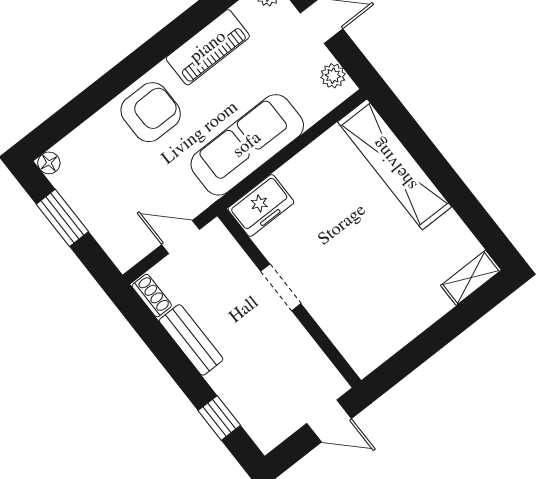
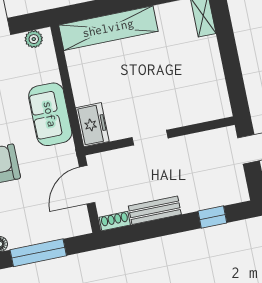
sofa: (247, 145) -> (50, 114), width x0.73
window: (62, 218) -> (38, 253), width x1.44
door: (181, 237) -> (87, 185), width x1.38

